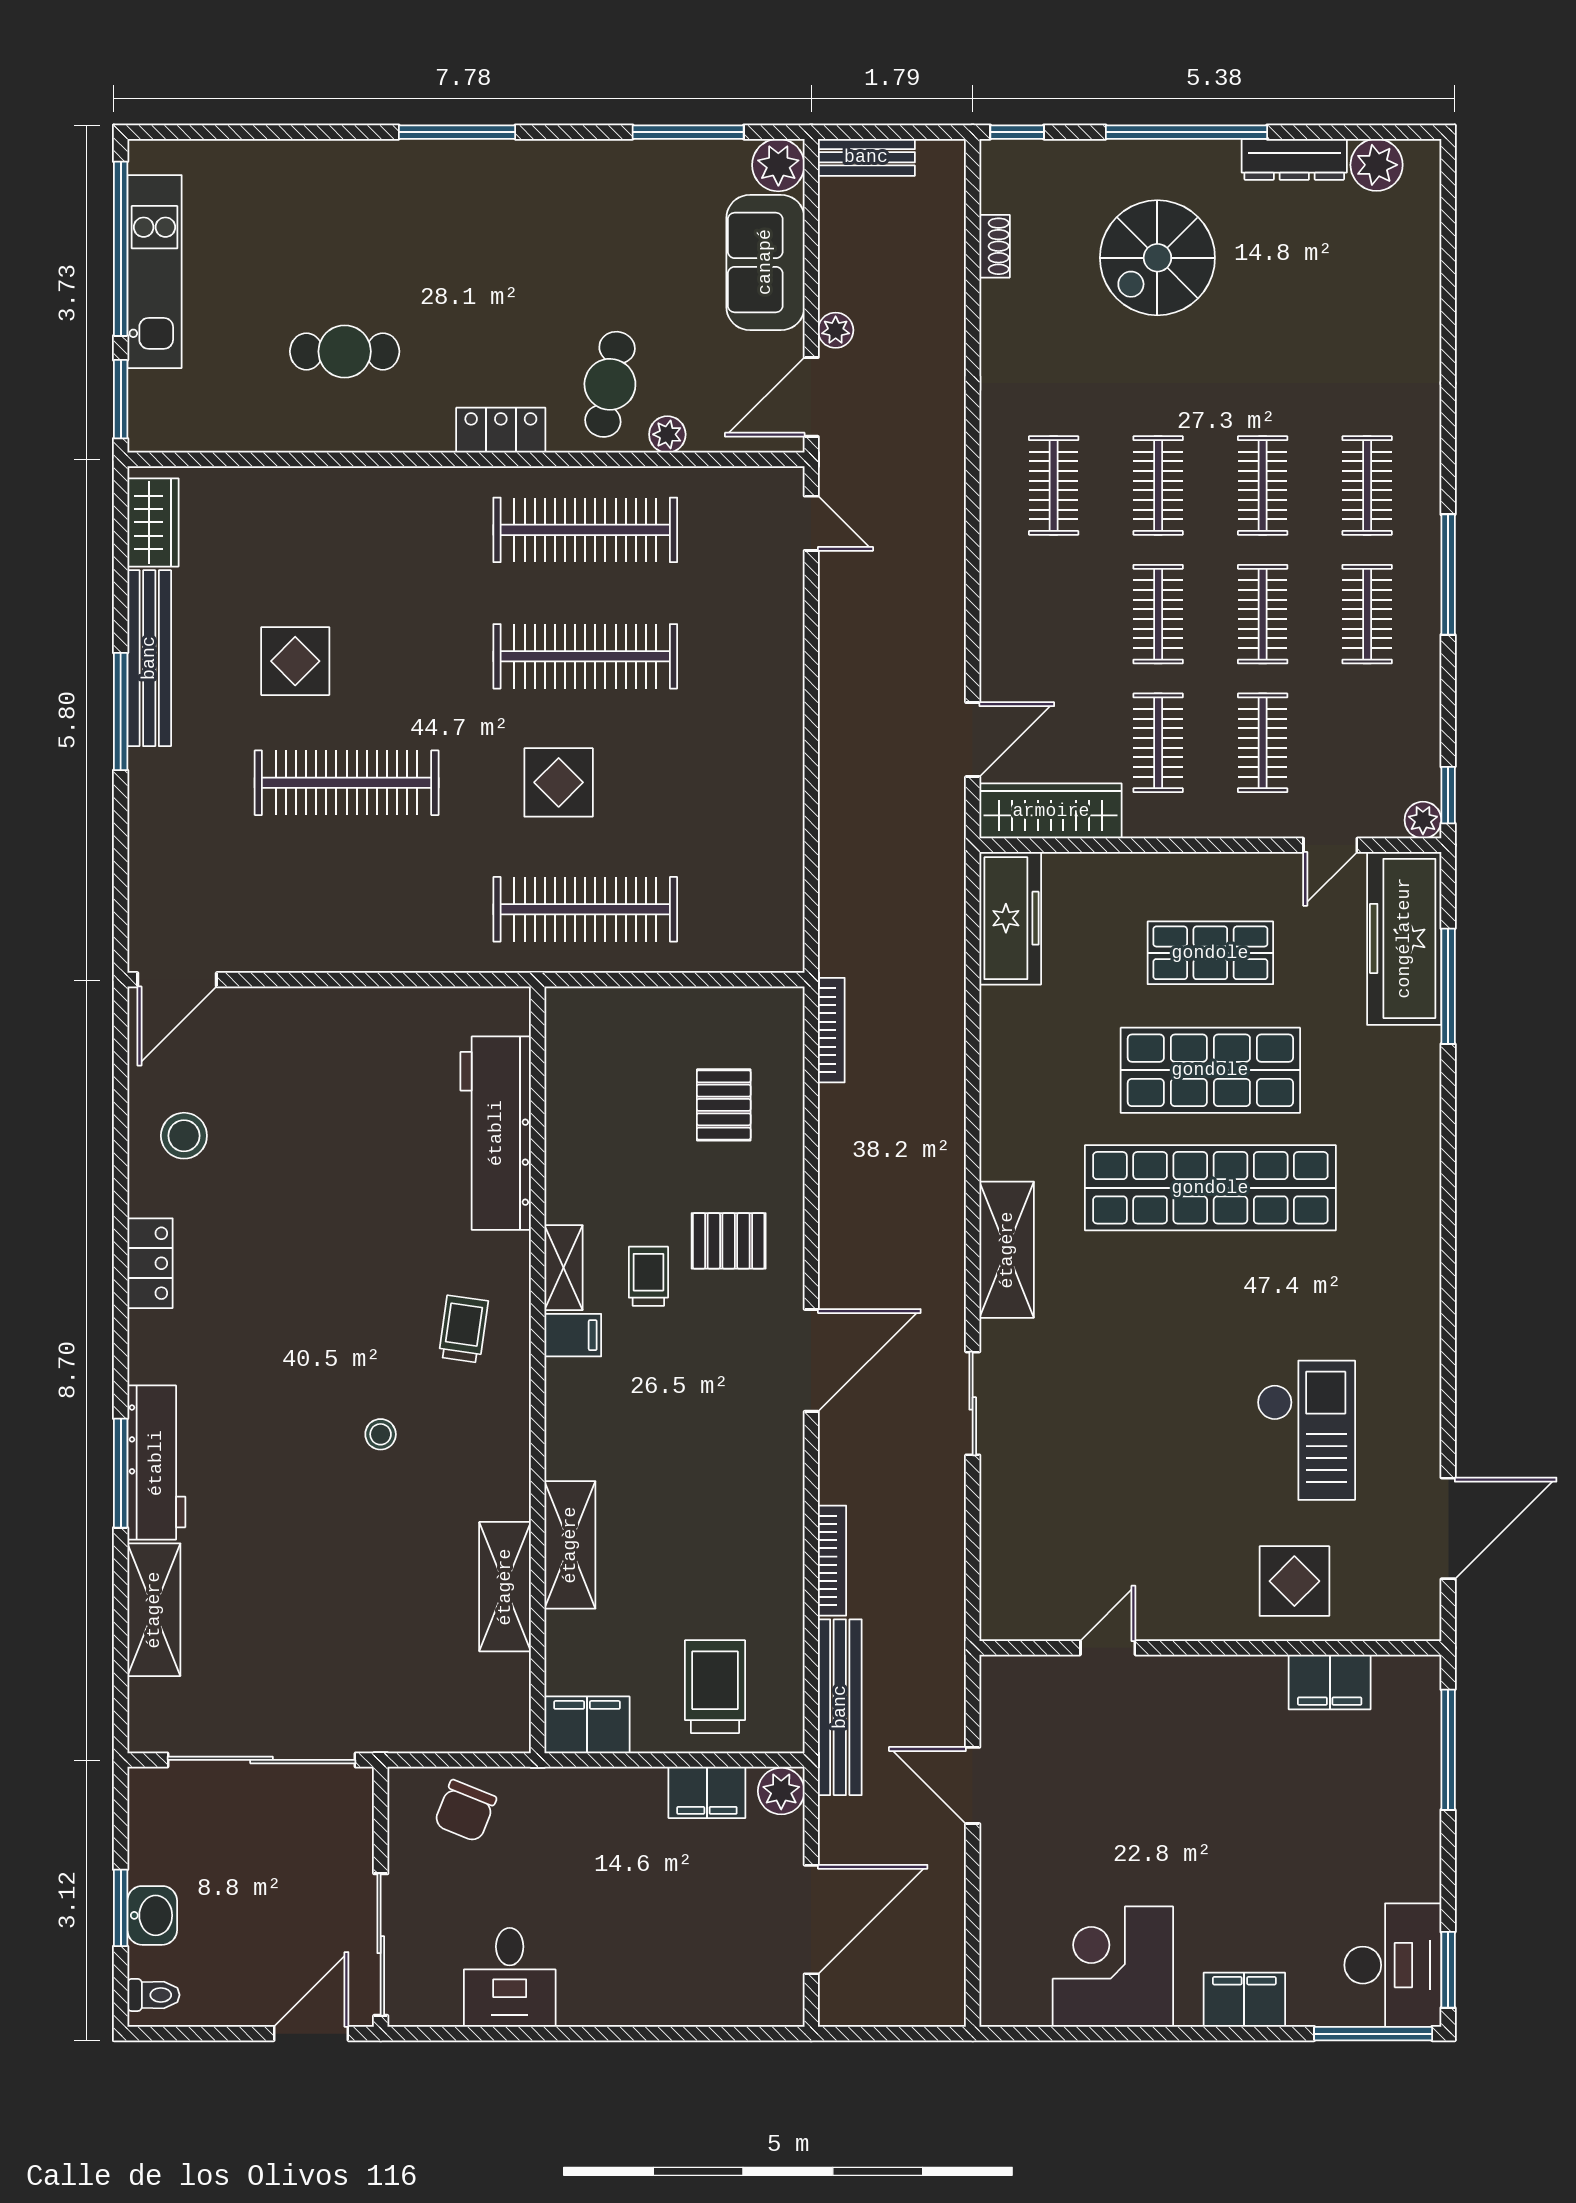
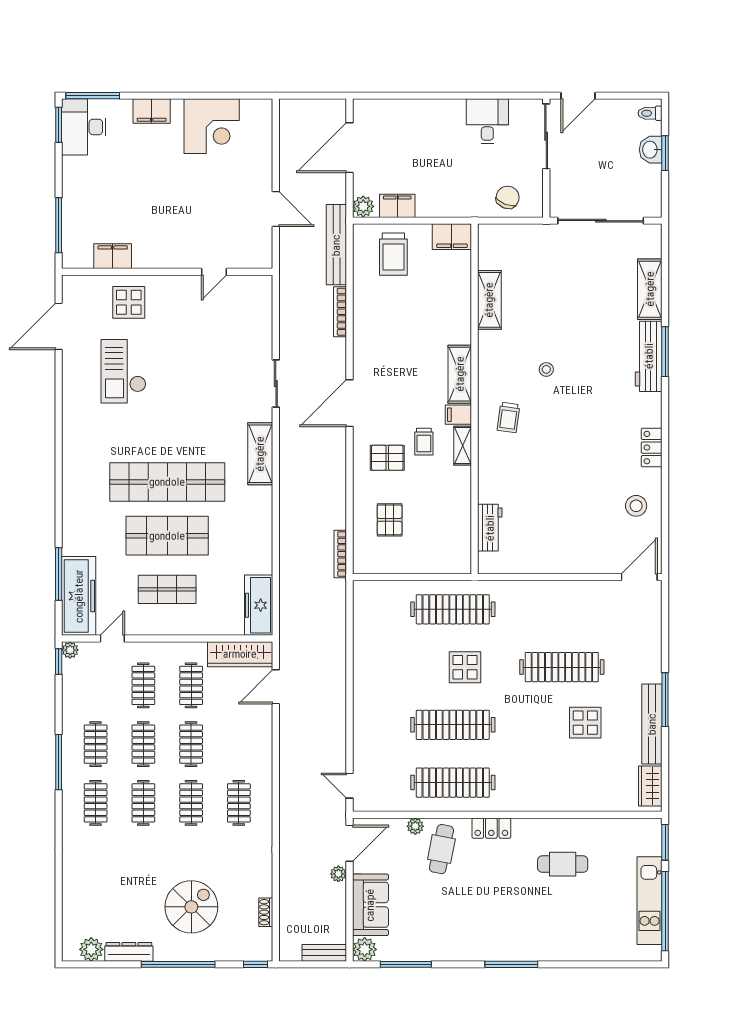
workbench: (496, 1133) -> (490, 528), width x0.53, depth x0.76
shelving: (570, 1545) -> (460, 374), moved

